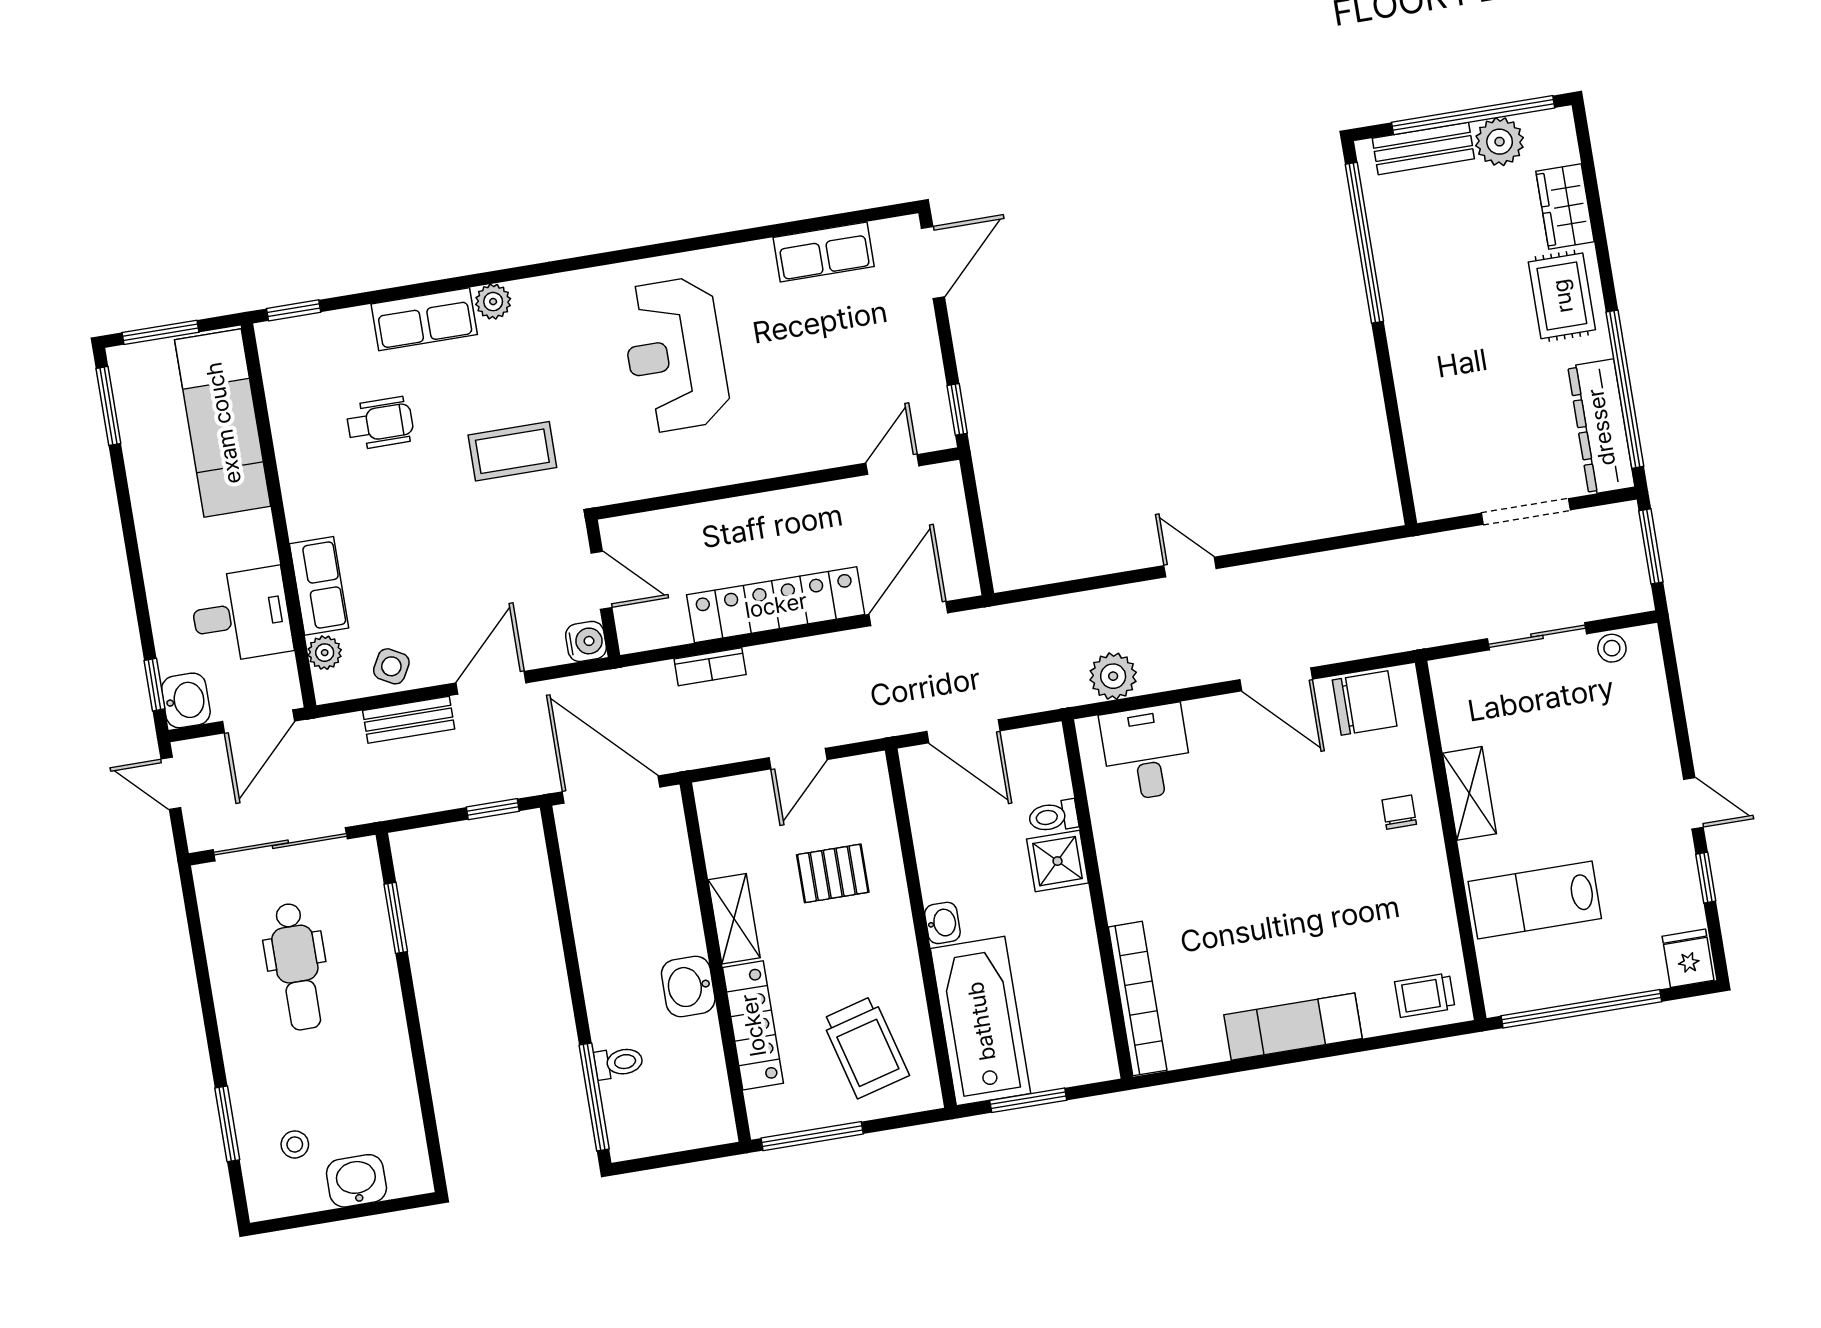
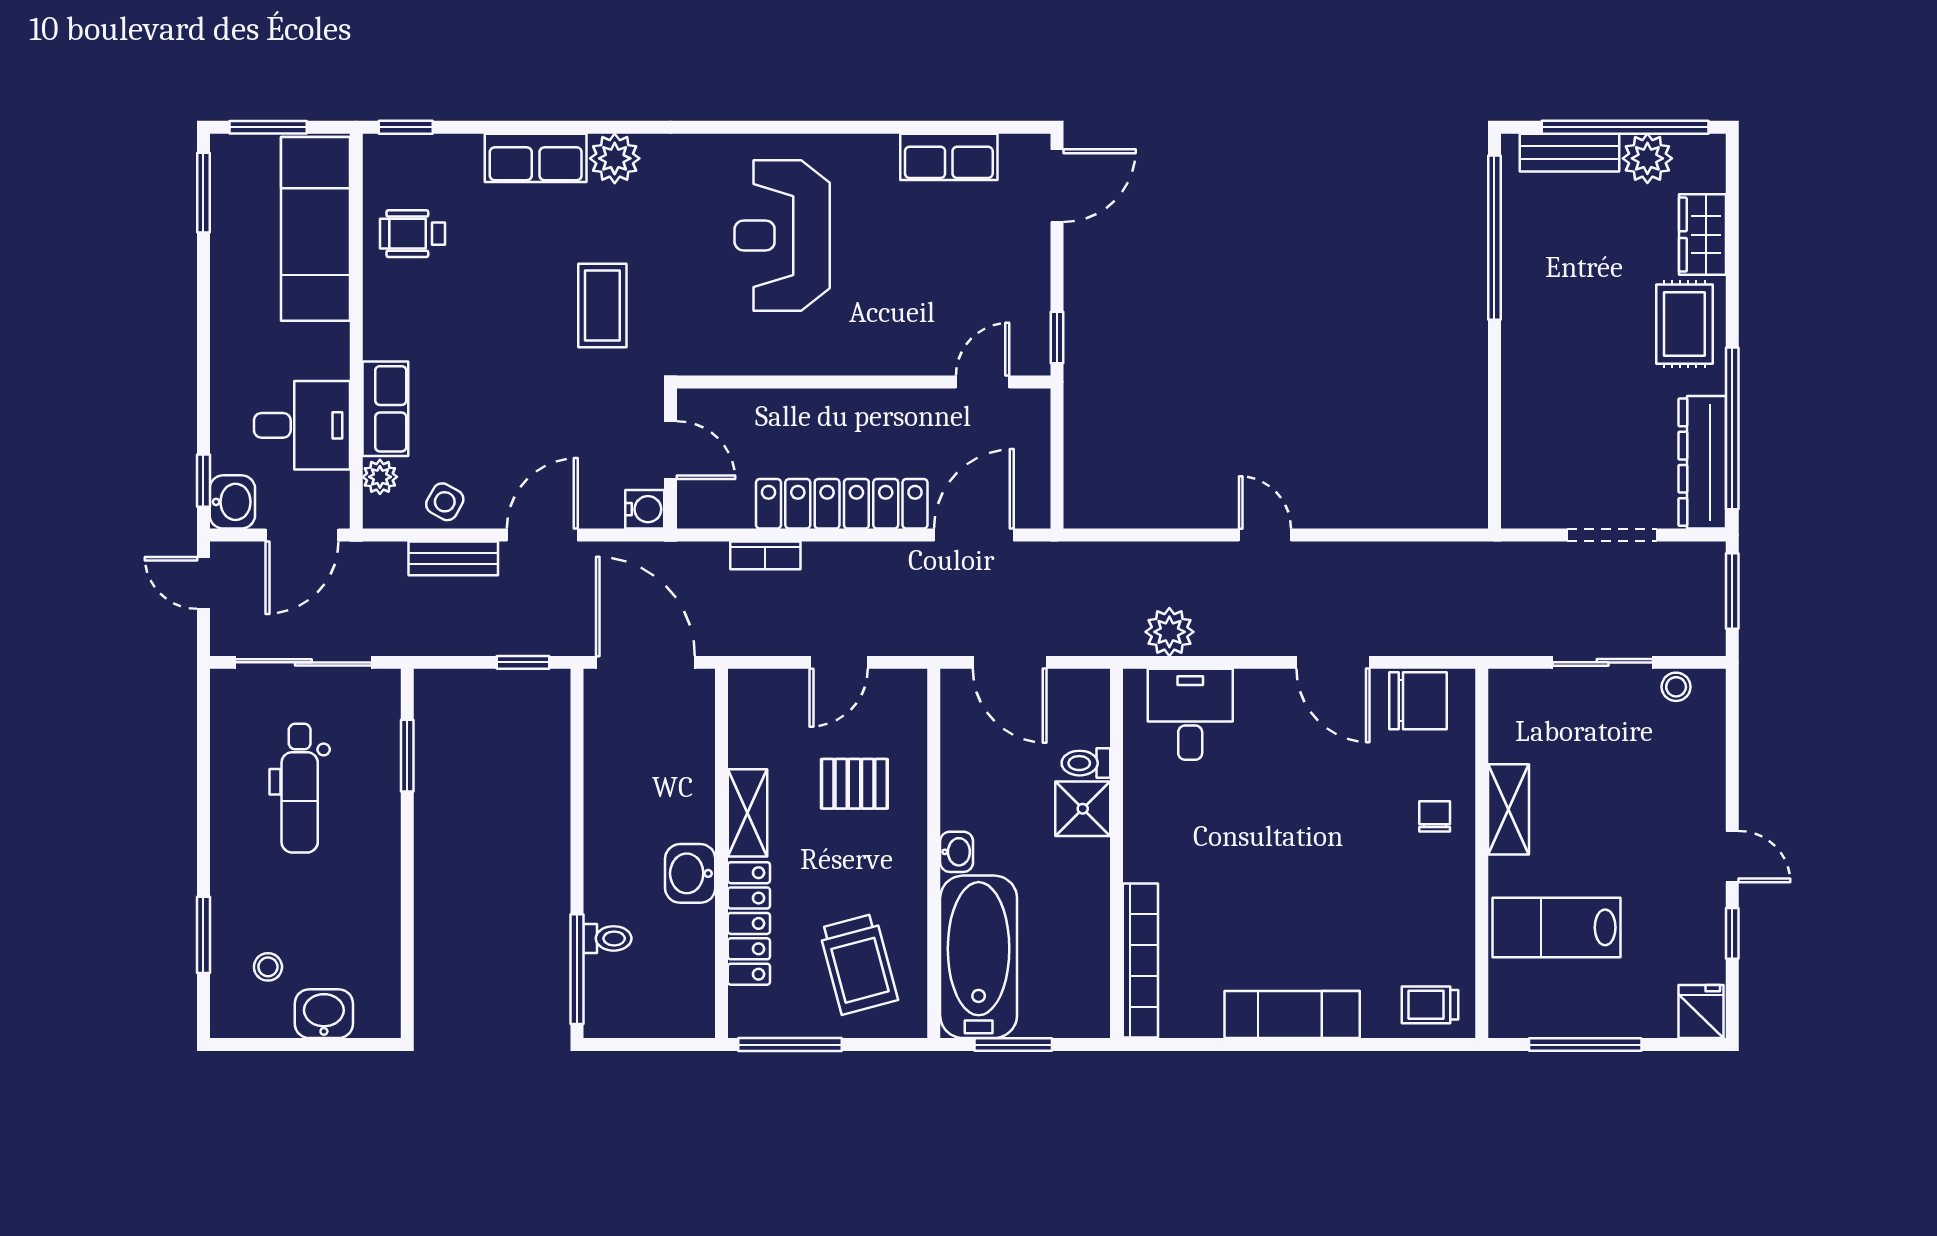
plant: (493, 302) -> (615, 158), width x1.38, depth x1.38
wheelchair: (380, 423) -> (413, 234), moved, turned 180
coffee table: (512, 451) -> (602, 306), turned 90
window: (1581, 1009) -> (1585, 1045), width x0.68

